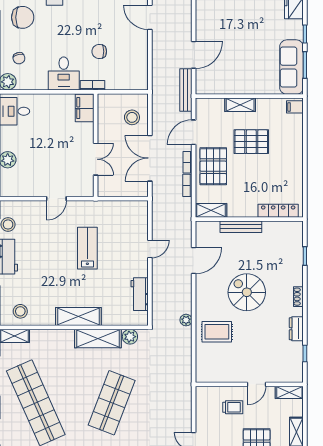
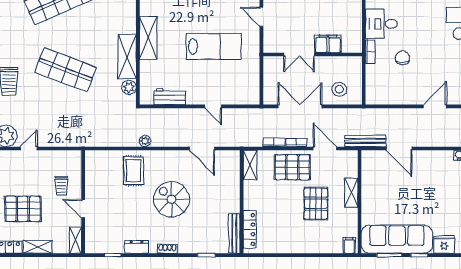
sofa: (292, 67) -> (397, 239), width x1.36, depth x1.27
filing cabinet: (85, 108) -> (328, 44), moved
bench: (241, 227) -> (234, 233), moved
lab bench: (87, 248) -> (214, 47), width x1.36, depth x1.39
spiral stairs: (247, 292) -> (172, 199), turned -90

